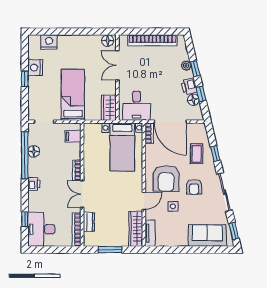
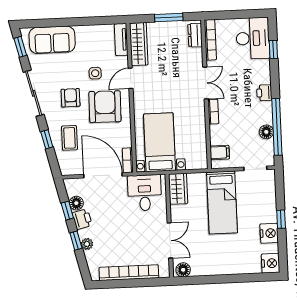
nightstand: (49, 42) -> (271, 263), moved, turned -90
dresser: (89, 222) -> (195, 35), moved

